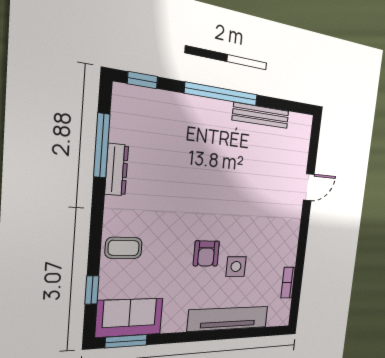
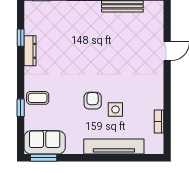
window: (102, 145) -> (21, 38), width x0.46
armchair: (206, 253) -> (93, 101), turned 180
window: (92, 290) -> (21, 108), moved

